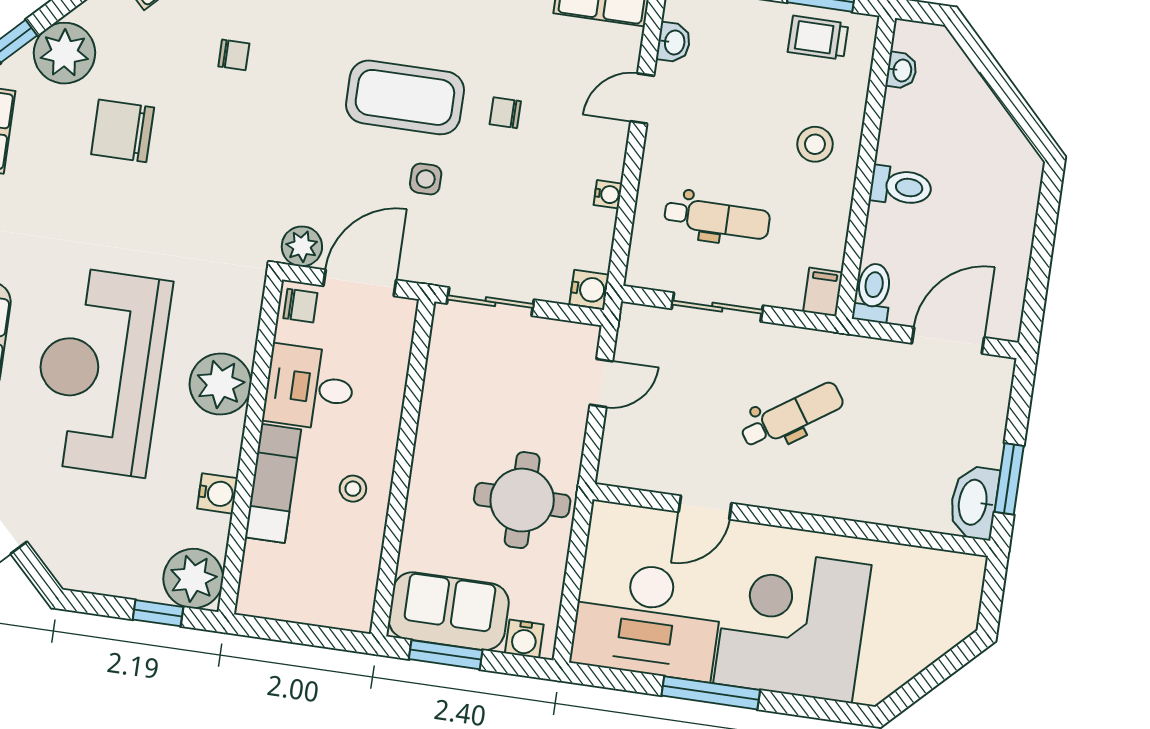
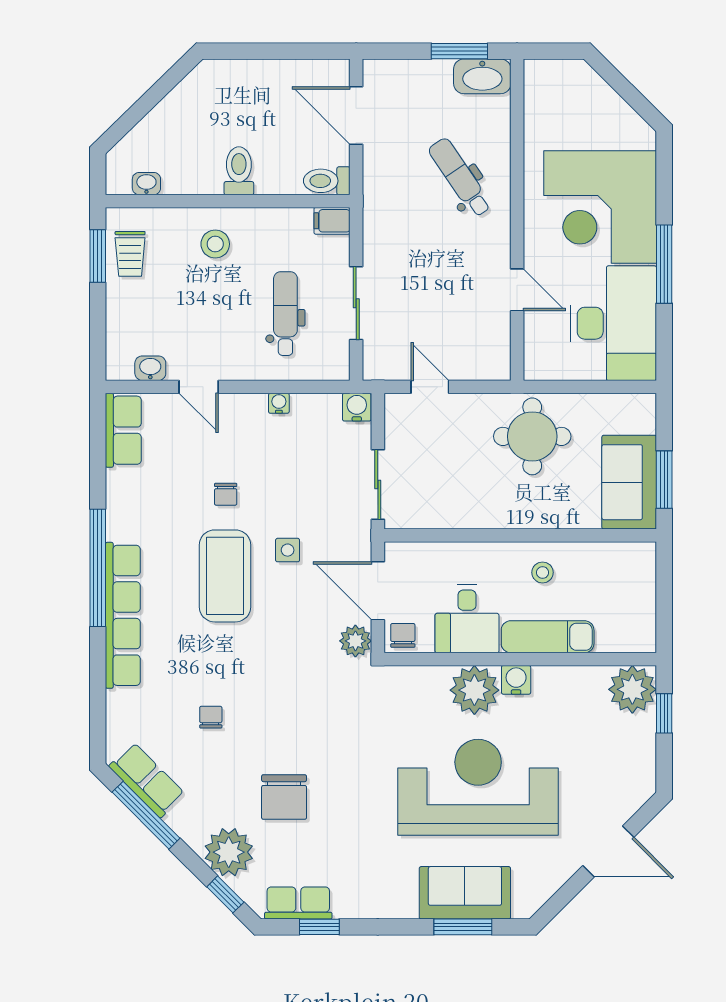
reception desk: (100, 371) -> (478, 787), turned 180
dental chair: (792, 416) -> (460, 178), moved
water cooler: (217, 493) -> (516, 680), moved
water cooler: (524, 639) -> (643, 419), removed

